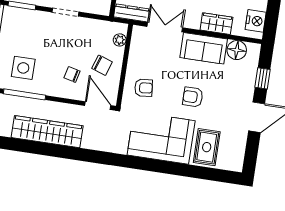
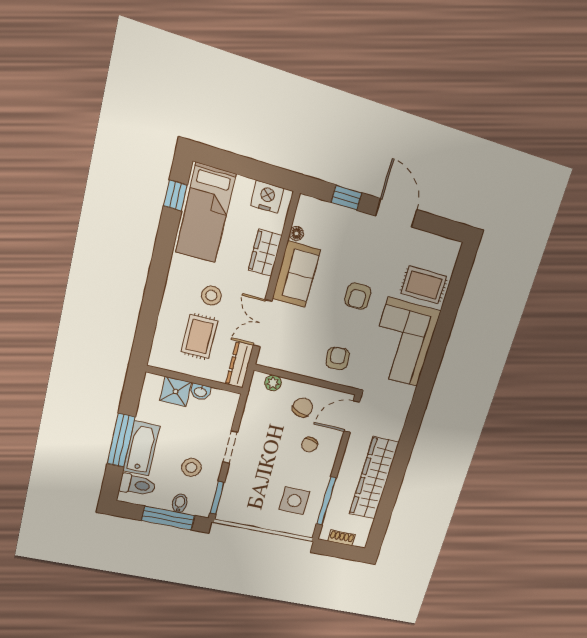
floor lamp: (237, 50) -> (296, 233), width x0.53, depth x0.53

